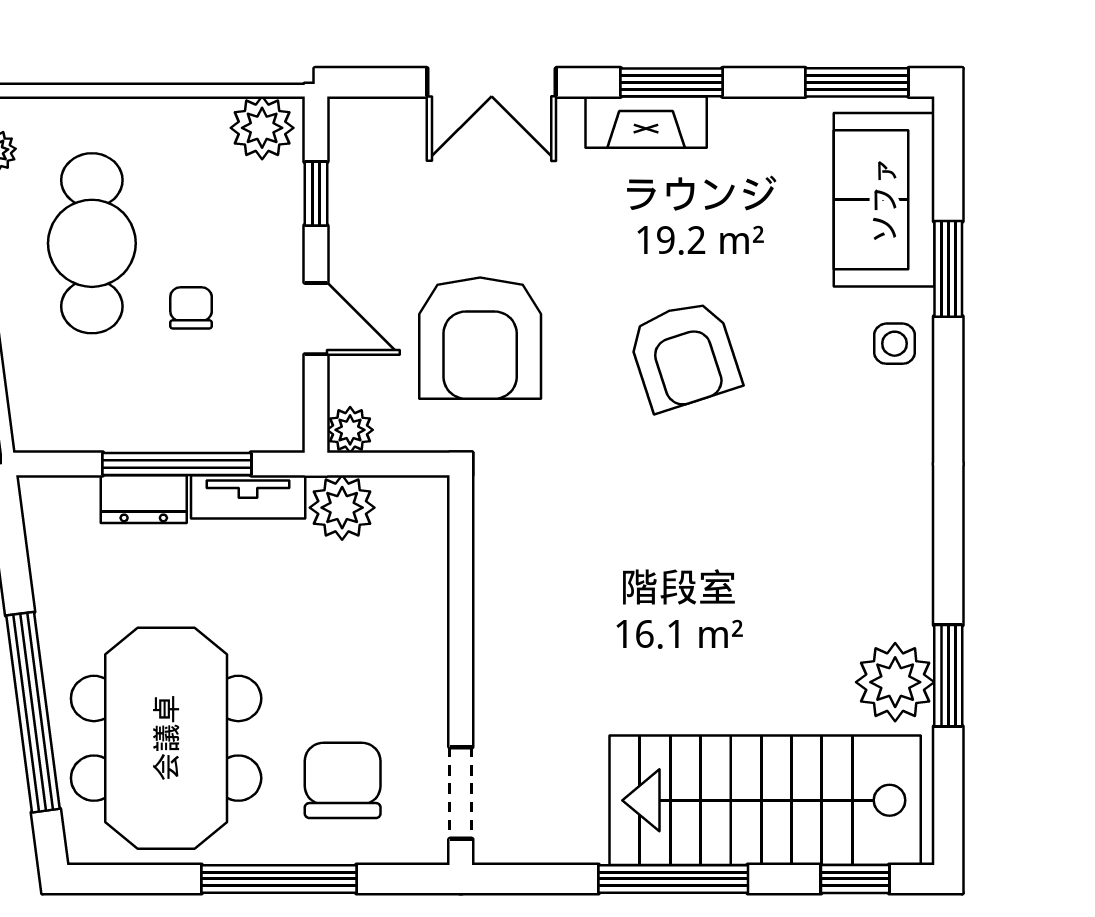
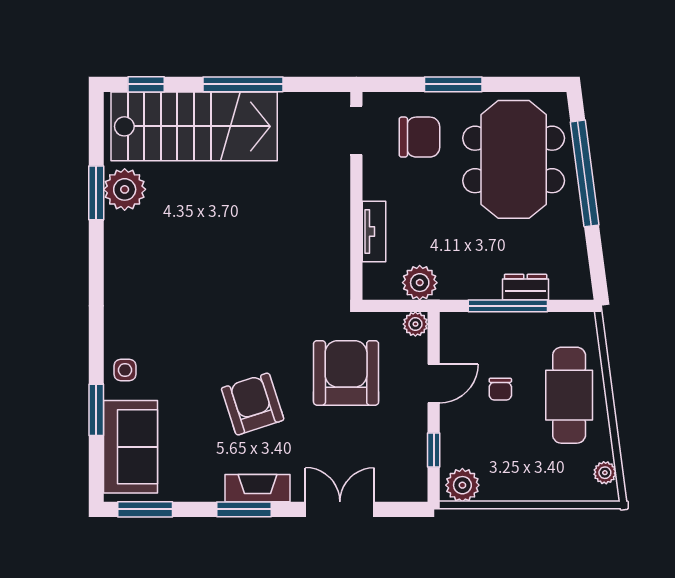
cafe table: (92, 243) -> (569, 395), moved
door: (316, 319) -> (434, 383), swing flipped
armchair: (684, 355) -> (253, 404), moved
tv unit: (248, 497) -> (374, 231), moved, turned 90
chair: (343, 780) -> (419, 137), turned -90
window: (279, 879) -> (453, 84), width x0.69

